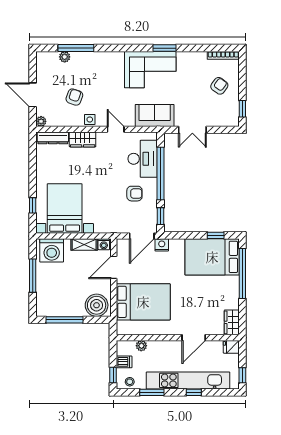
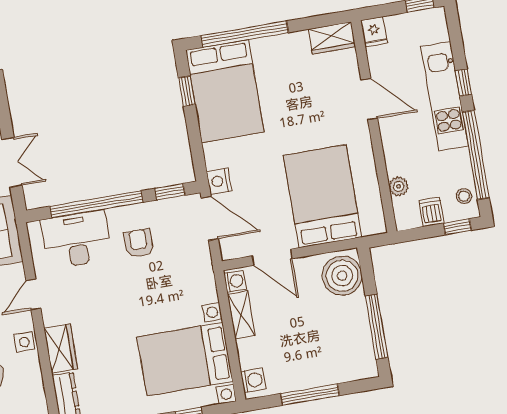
washing machine: (52, 250) -> (253, 380), width x0.53, depth x0.53
kitchen unit: (188, 380) -> (445, 96), width x0.73
window: (152, 392) -> (476, 155), width x2.11

